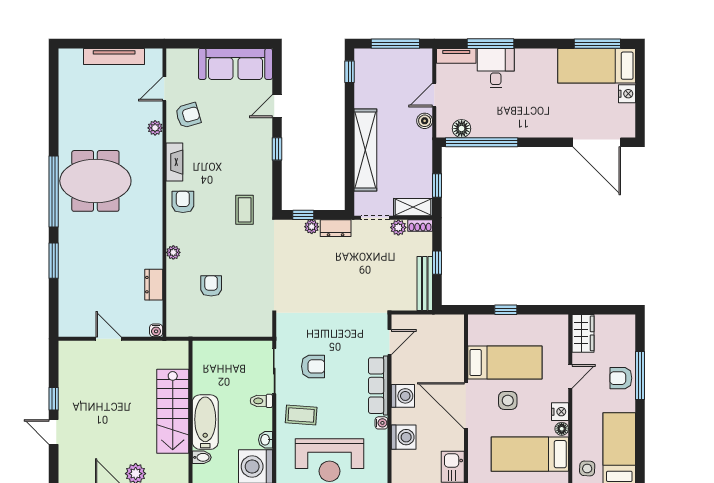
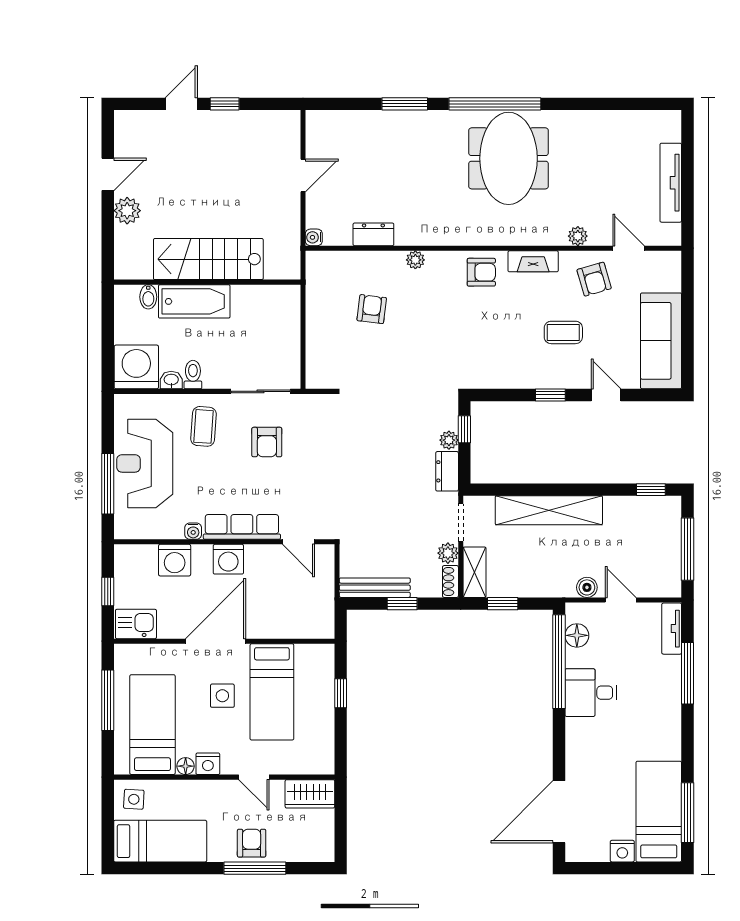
desk: (496, 68) -> (591, 693), moved, turned 180
coffee table: (245, 210) -> (563, 332), moved
armchair: (211, 286) -> (372, 309), turned -83
toilet: (261, 401) -> (193, 375), moved

